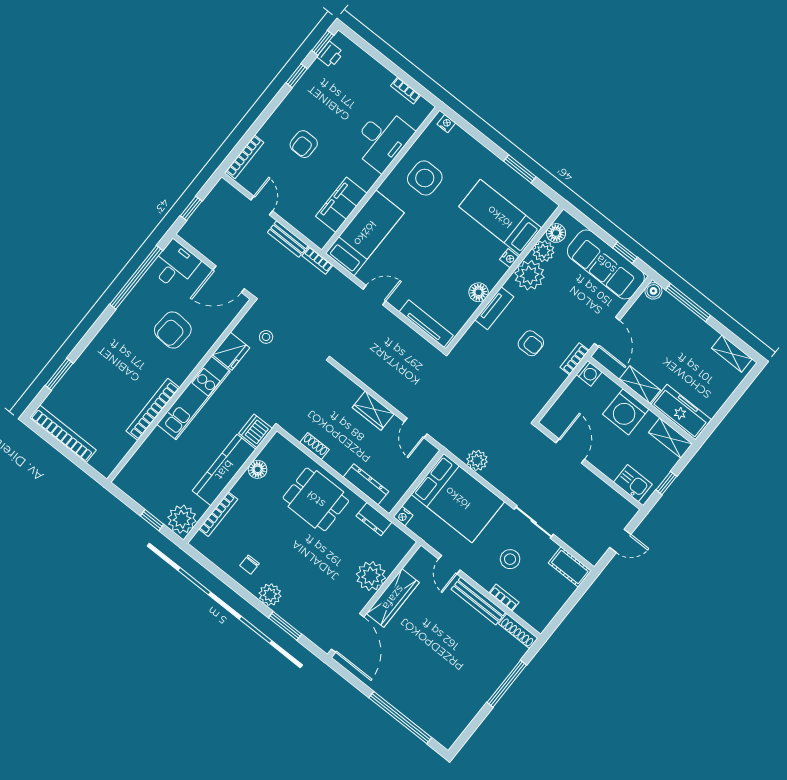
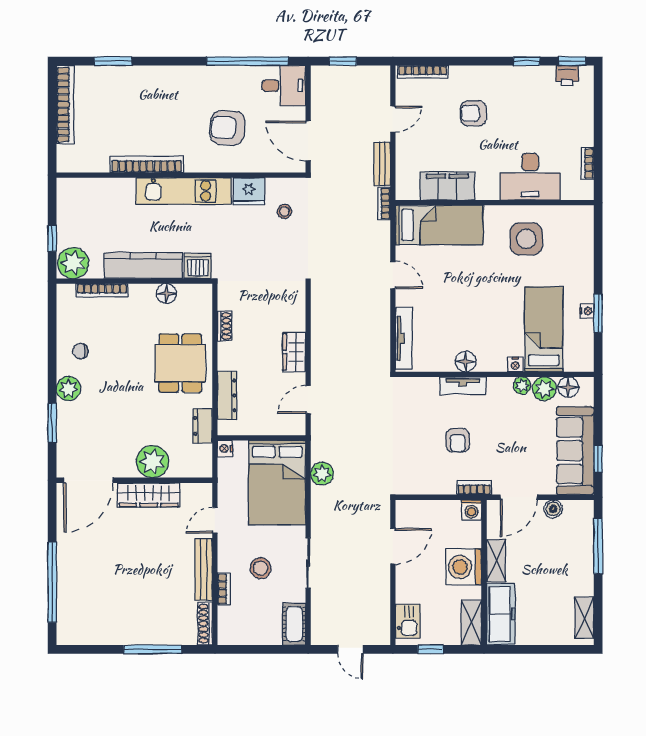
nightstand: (446, 124) -> (587, 311), moved
plant: (529, 275) -> (522, 386), width x0.53, depth x0.53
boiler: (653, 291) -> (553, 509), moved

